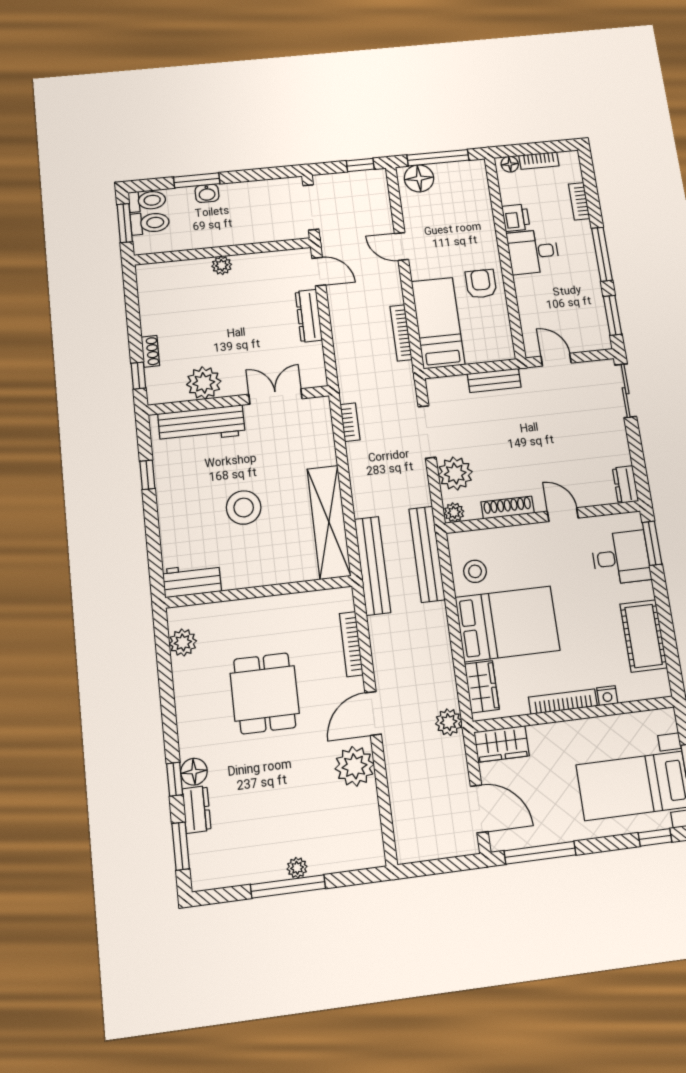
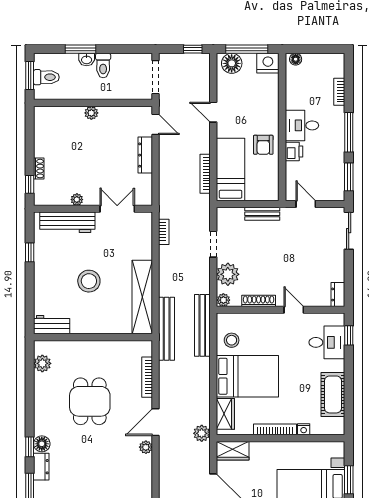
bookcase: (539, 161) -> (316, 59), removed
nightstand: (471, 173) -> (268, 63), added
toilet: (147, 201) -> (103, 66), moved, turned 90
printer: (516, 218) -> (294, 151), moved
armchair: (481, 284) -> (263, 145), turned 180
plant: (204, 383) -> (77, 200), width x0.53, depth x0.53
doorway: (427, 432) -> (213, 244), width x0.73
window: (652, 543) -> (349, 335), width x0.67
plant: (355, 766) -> (146, 447), width x0.53, depth x0.53

